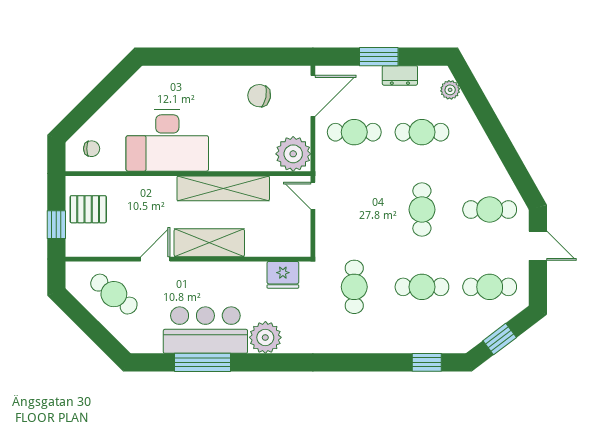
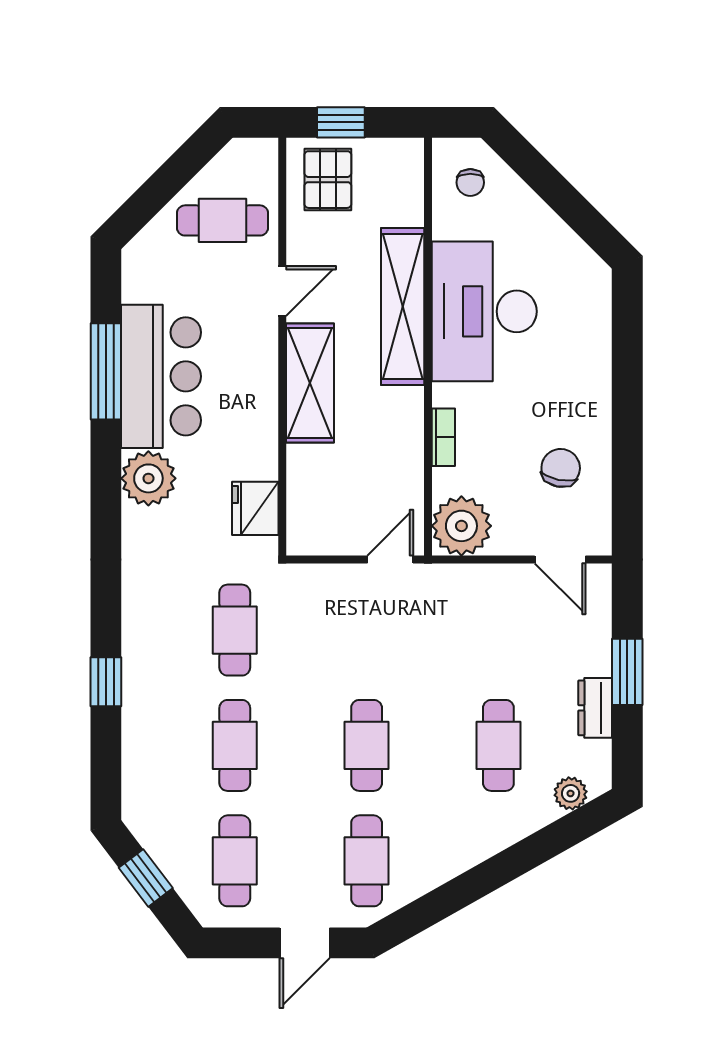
door: (313, 96) -> (560, 559), width x0.73
cafe table: (354, 132) -> (498, 630), removed
bookcase: (241, 164) -> (443, 437), added
shelving: (223, 188) -> (403, 306), moved
pallet: (88, 209) -> (328, 180), moved
cafe table: (422, 210) -> (367, 745), turned 90
door: (155, 259) -> (282, 291), hinge flipped
cafe table: (354, 287) -> (235, 630), turned 90
cafe table: (114, 294) -> (223, 220), turned 52
window: (427, 362) -> (106, 682), moved

